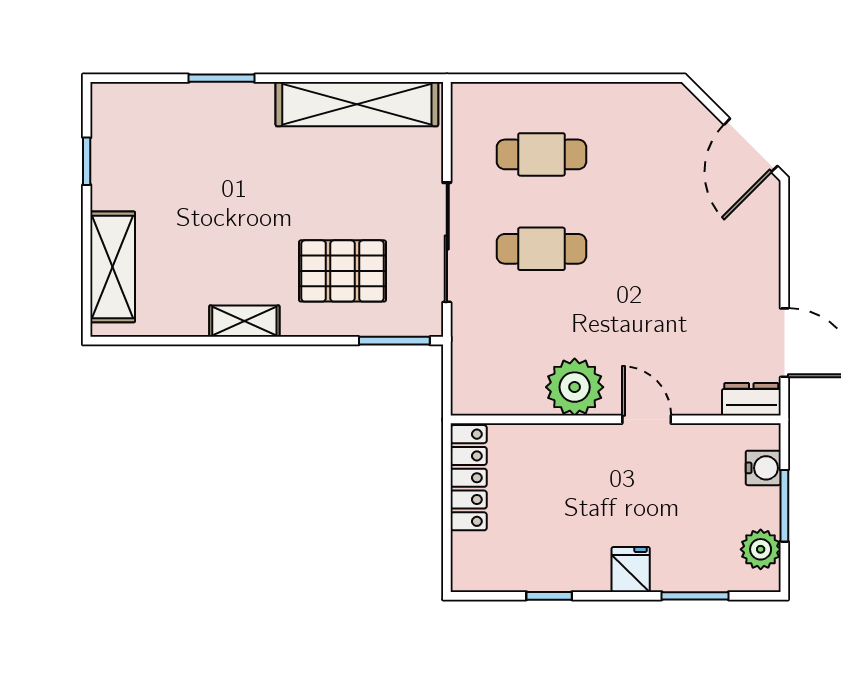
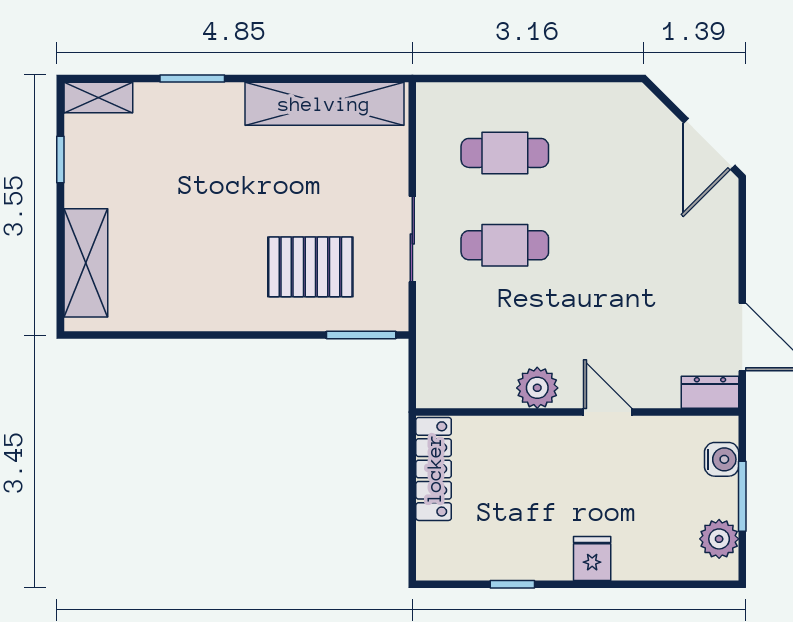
sliding door: (447, 242) -> (412, 239), width x0.73
shelving: (244, 321) -> (98, 98), moved
plant: (575, 387) -> (537, 388), width x0.73, depth x0.73
window: (695, 596) -> (655, 584), removed

